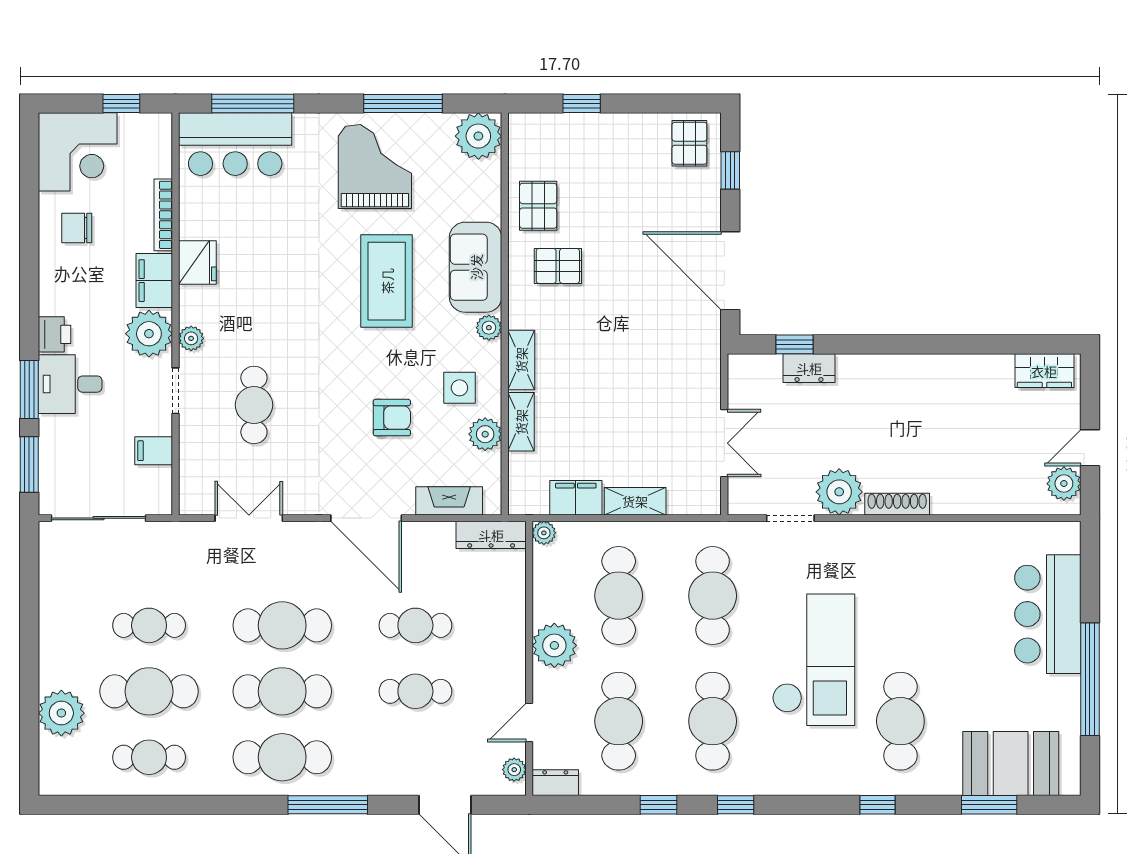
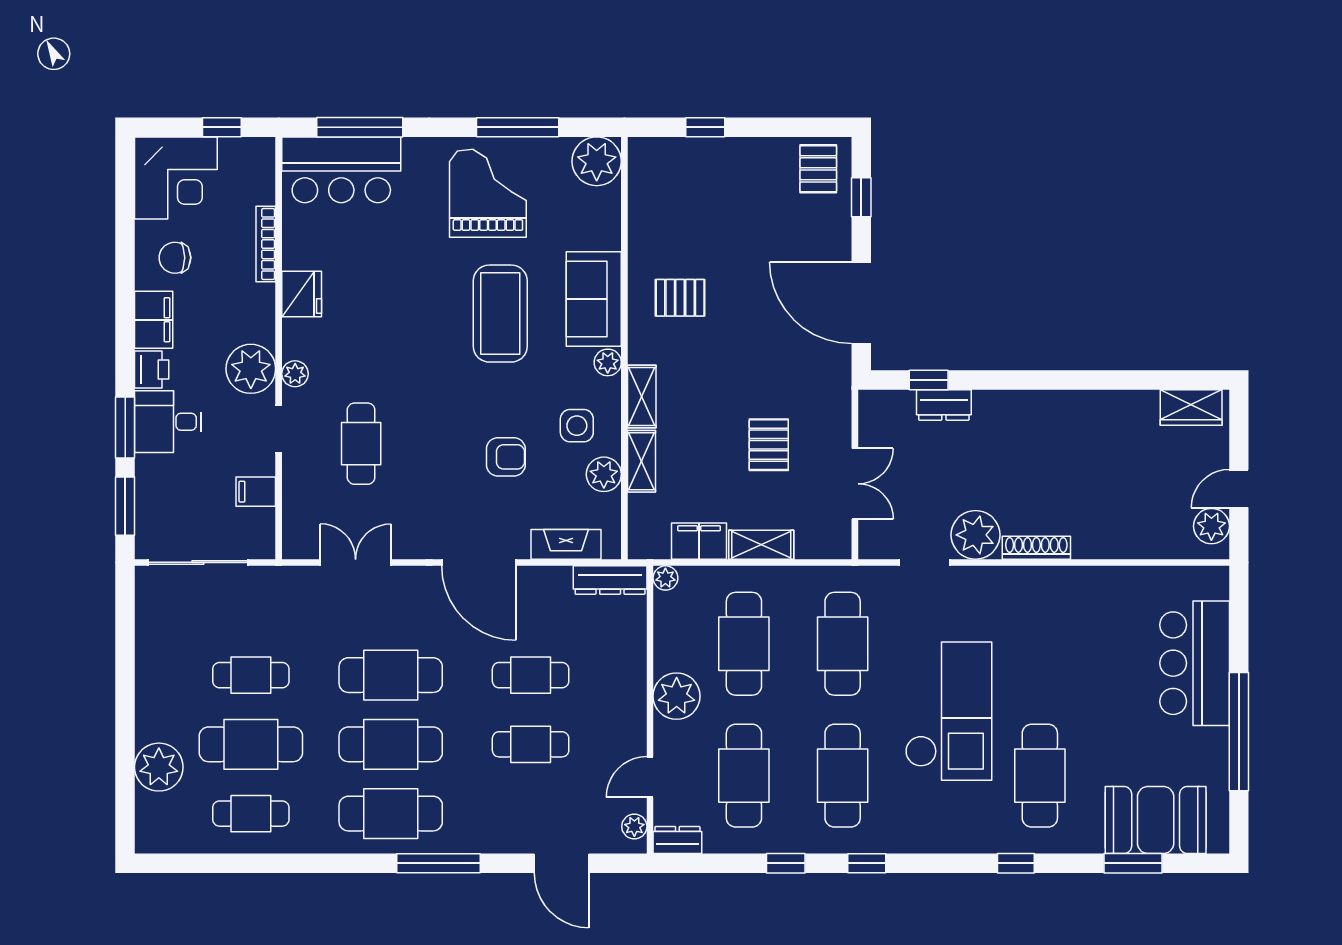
pallet: (538, 206) -> (769, 445), moved
filing cabinet: (154, 281) -> (154, 320), moved, turned 180

